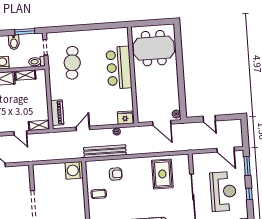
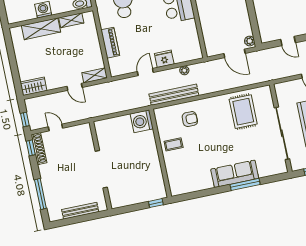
piano: (57, 113) -> (110, 43), moved
fridge: (125, 118) -> (164, 59), moved

